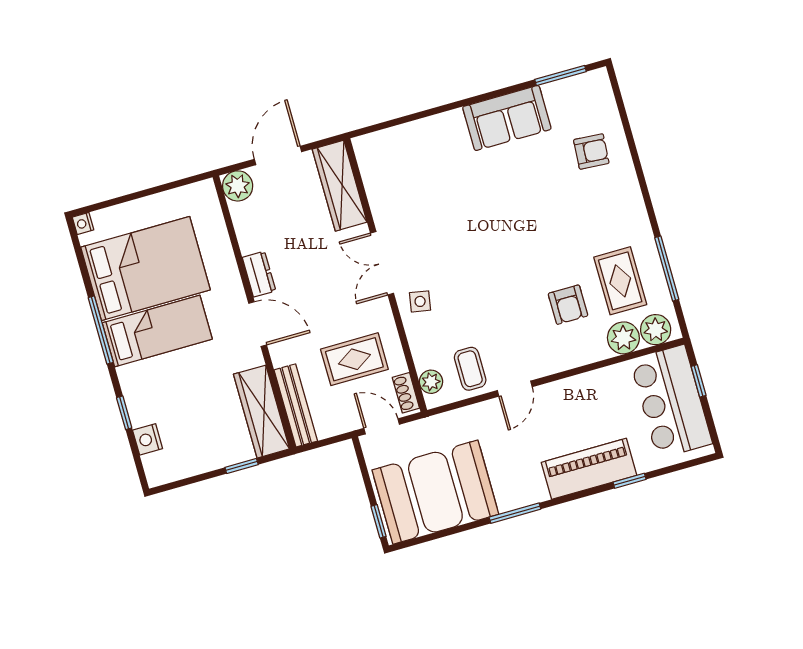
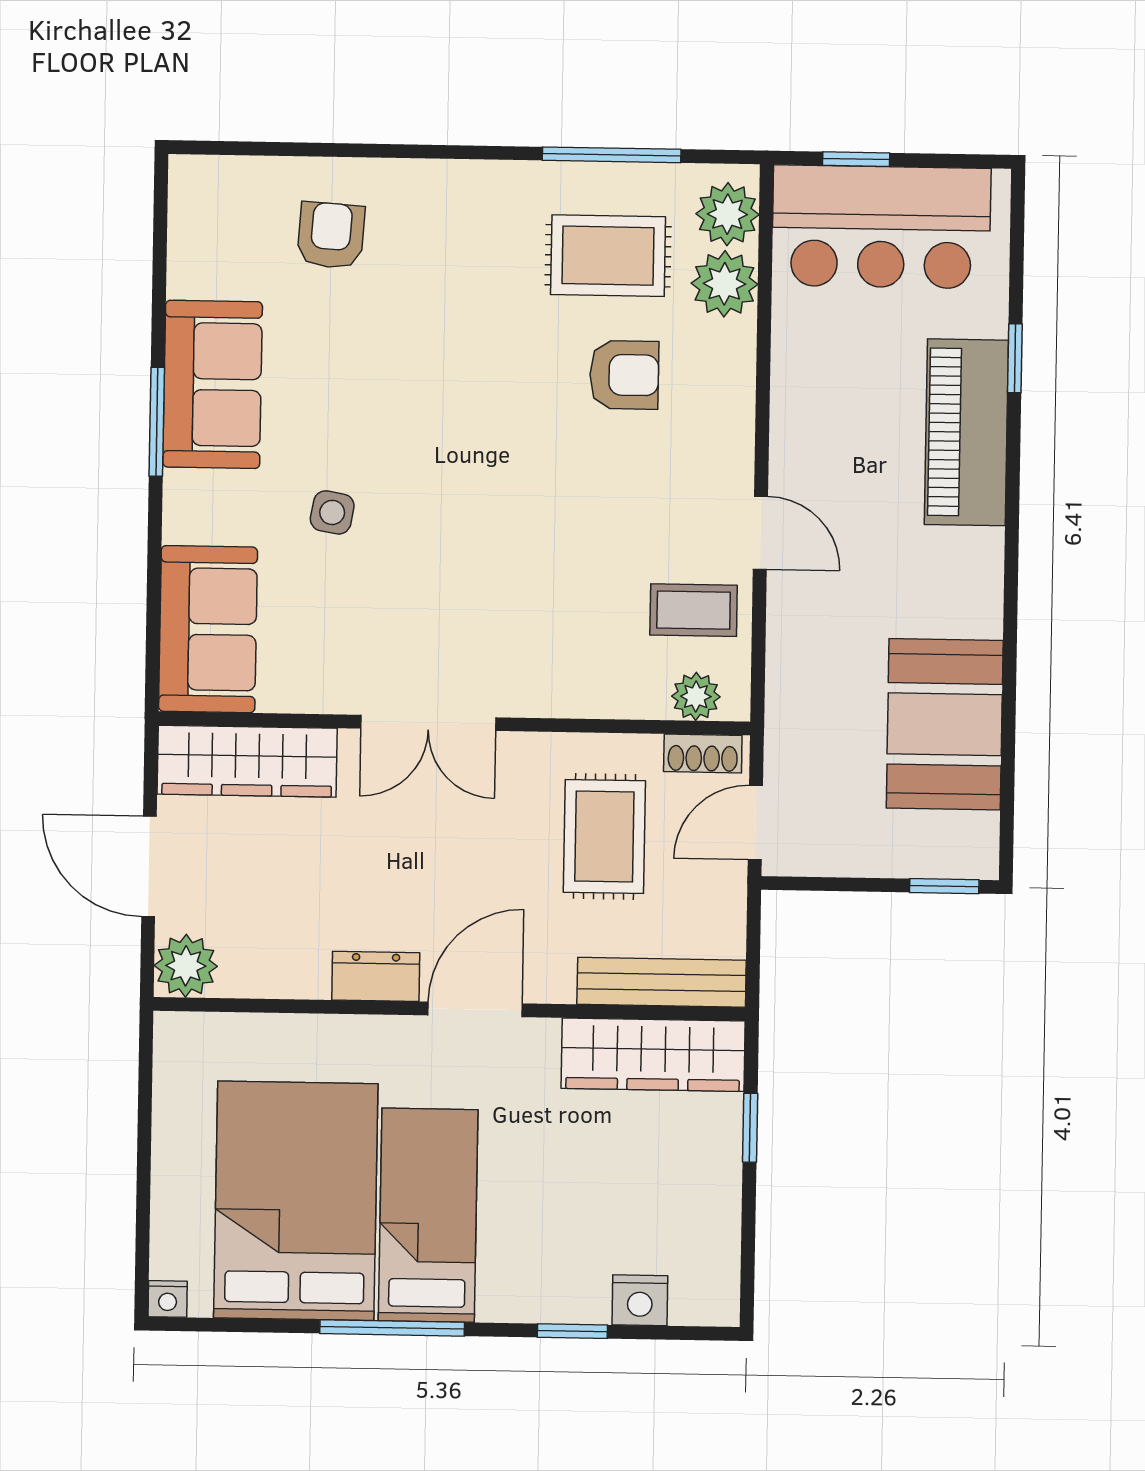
window: (560, 75) -> (157, 422), moved
sofa: (394, 150) -> (208, 629), added
side table: (420, 301) -> (332, 512), moved
booth: (435, 492) -> (945, 724), width x0.73, depth x0.70
window: (515, 513) -> (1011, 608), removed

